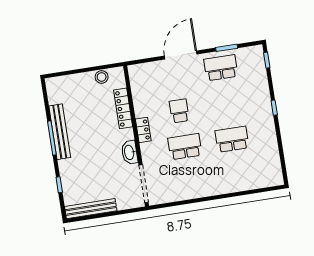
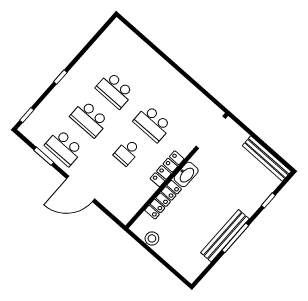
school desk: (226, 103) -> (89, 119), added
locker: (143, 130) -> (167, 169), width x1.53
washbasin: (130, 152) -> (186, 174), moved

